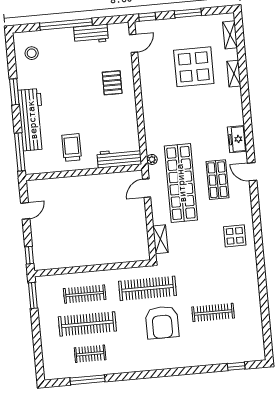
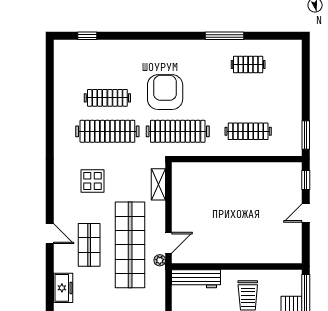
plant: (152, 159) -> (160, 260), moved
door: (252, 172) -> (50, 234), moved
door: (25, 211) -> (306, 213), moved
display table: (235, 236) -> (92, 181), moved
clothes rail: (87, 324) -> (107, 131), moved
window: (88, 380) -> (224, 36), moved

